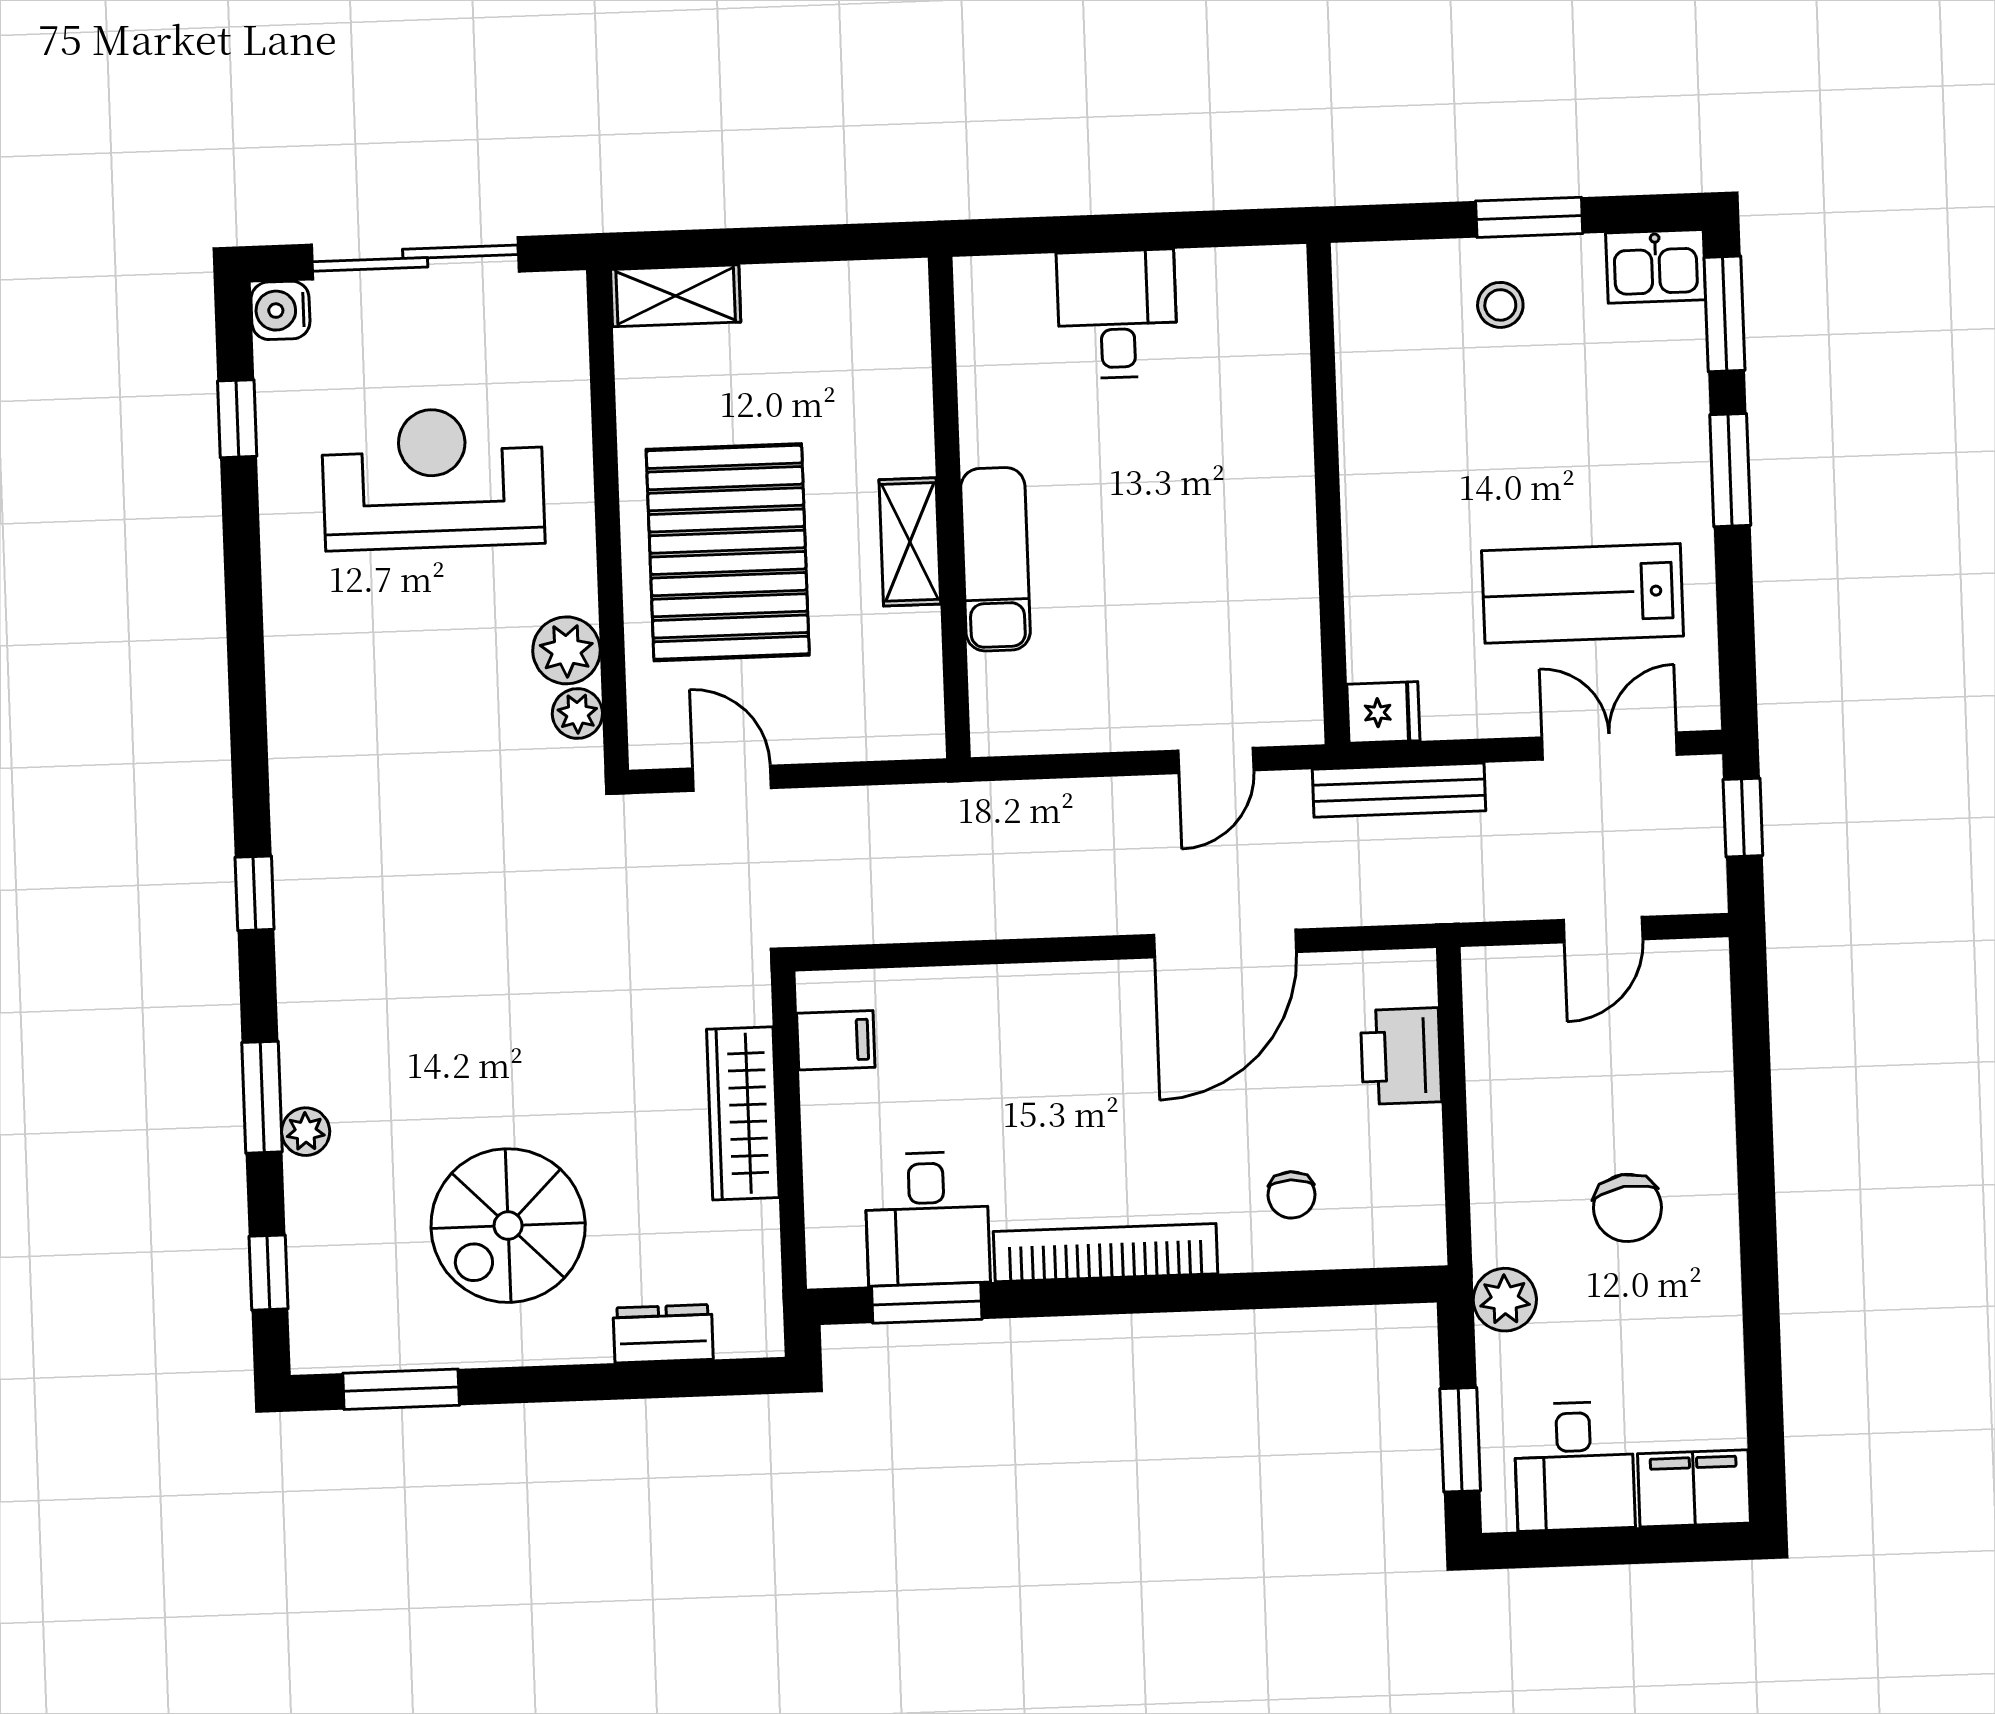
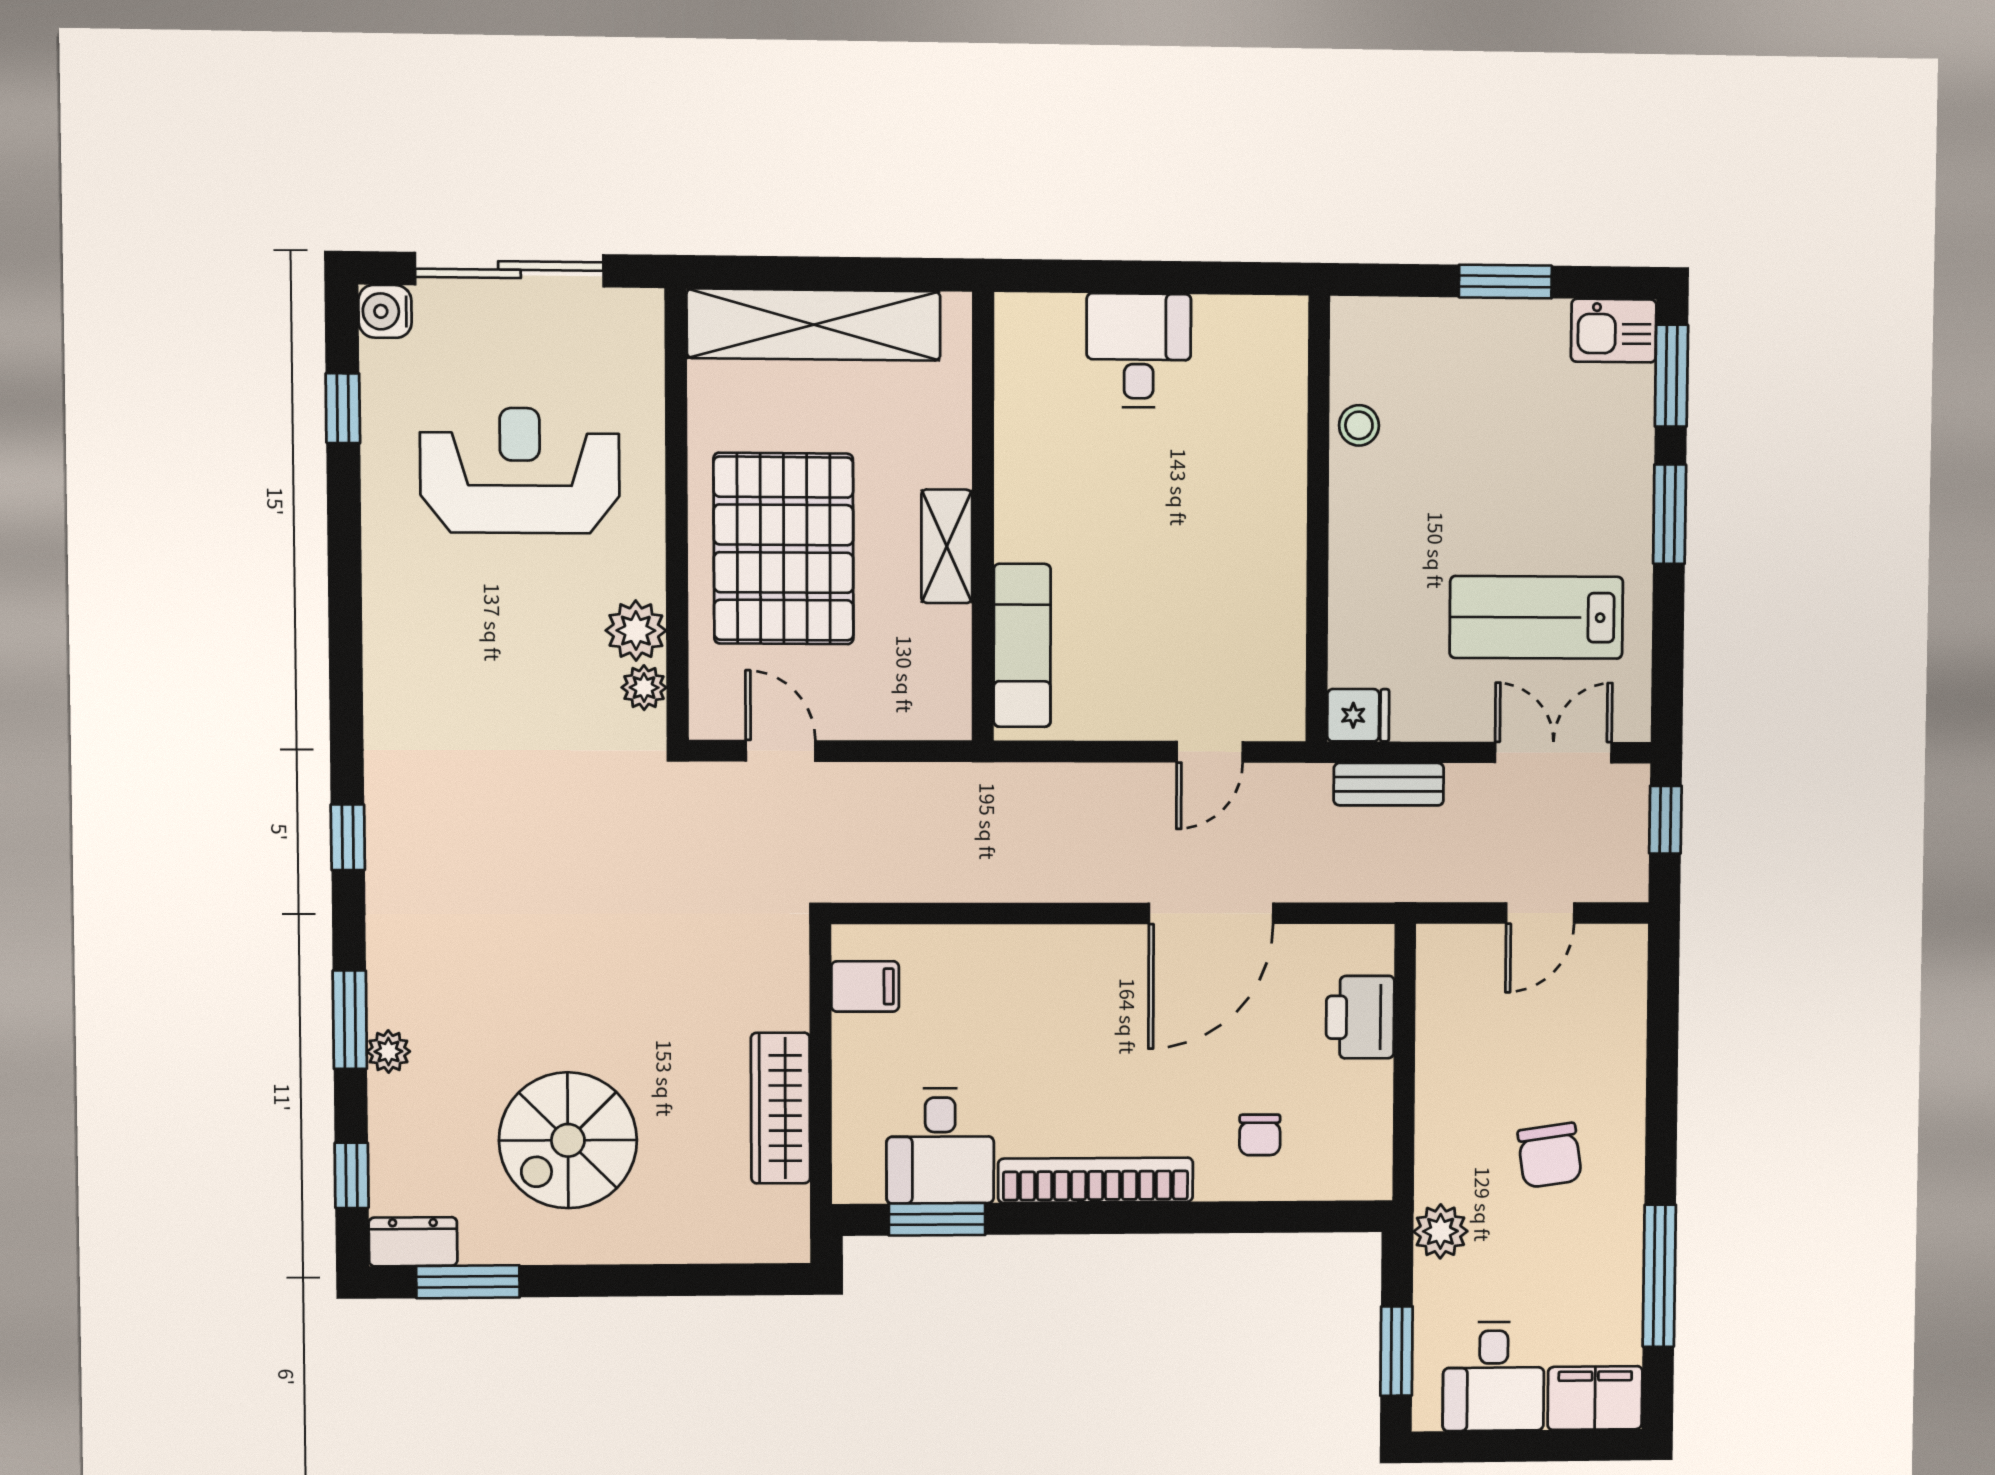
shelving: (676, 296) -> (814, 325), width x2.20, depth x1.33
stool: (1500, 305) -> (1359, 425), moved
exam couch: (995, 559) -> (1022, 645), moved
bench: (1399, 790) -> (1389, 784), width x0.73
wardrobe: (743, 1113) -> (781, 1108), moved
dresser: (663, 1334) -> (413, 1242), moved
window: (1762, 1344) -> (1659, 1276), added

